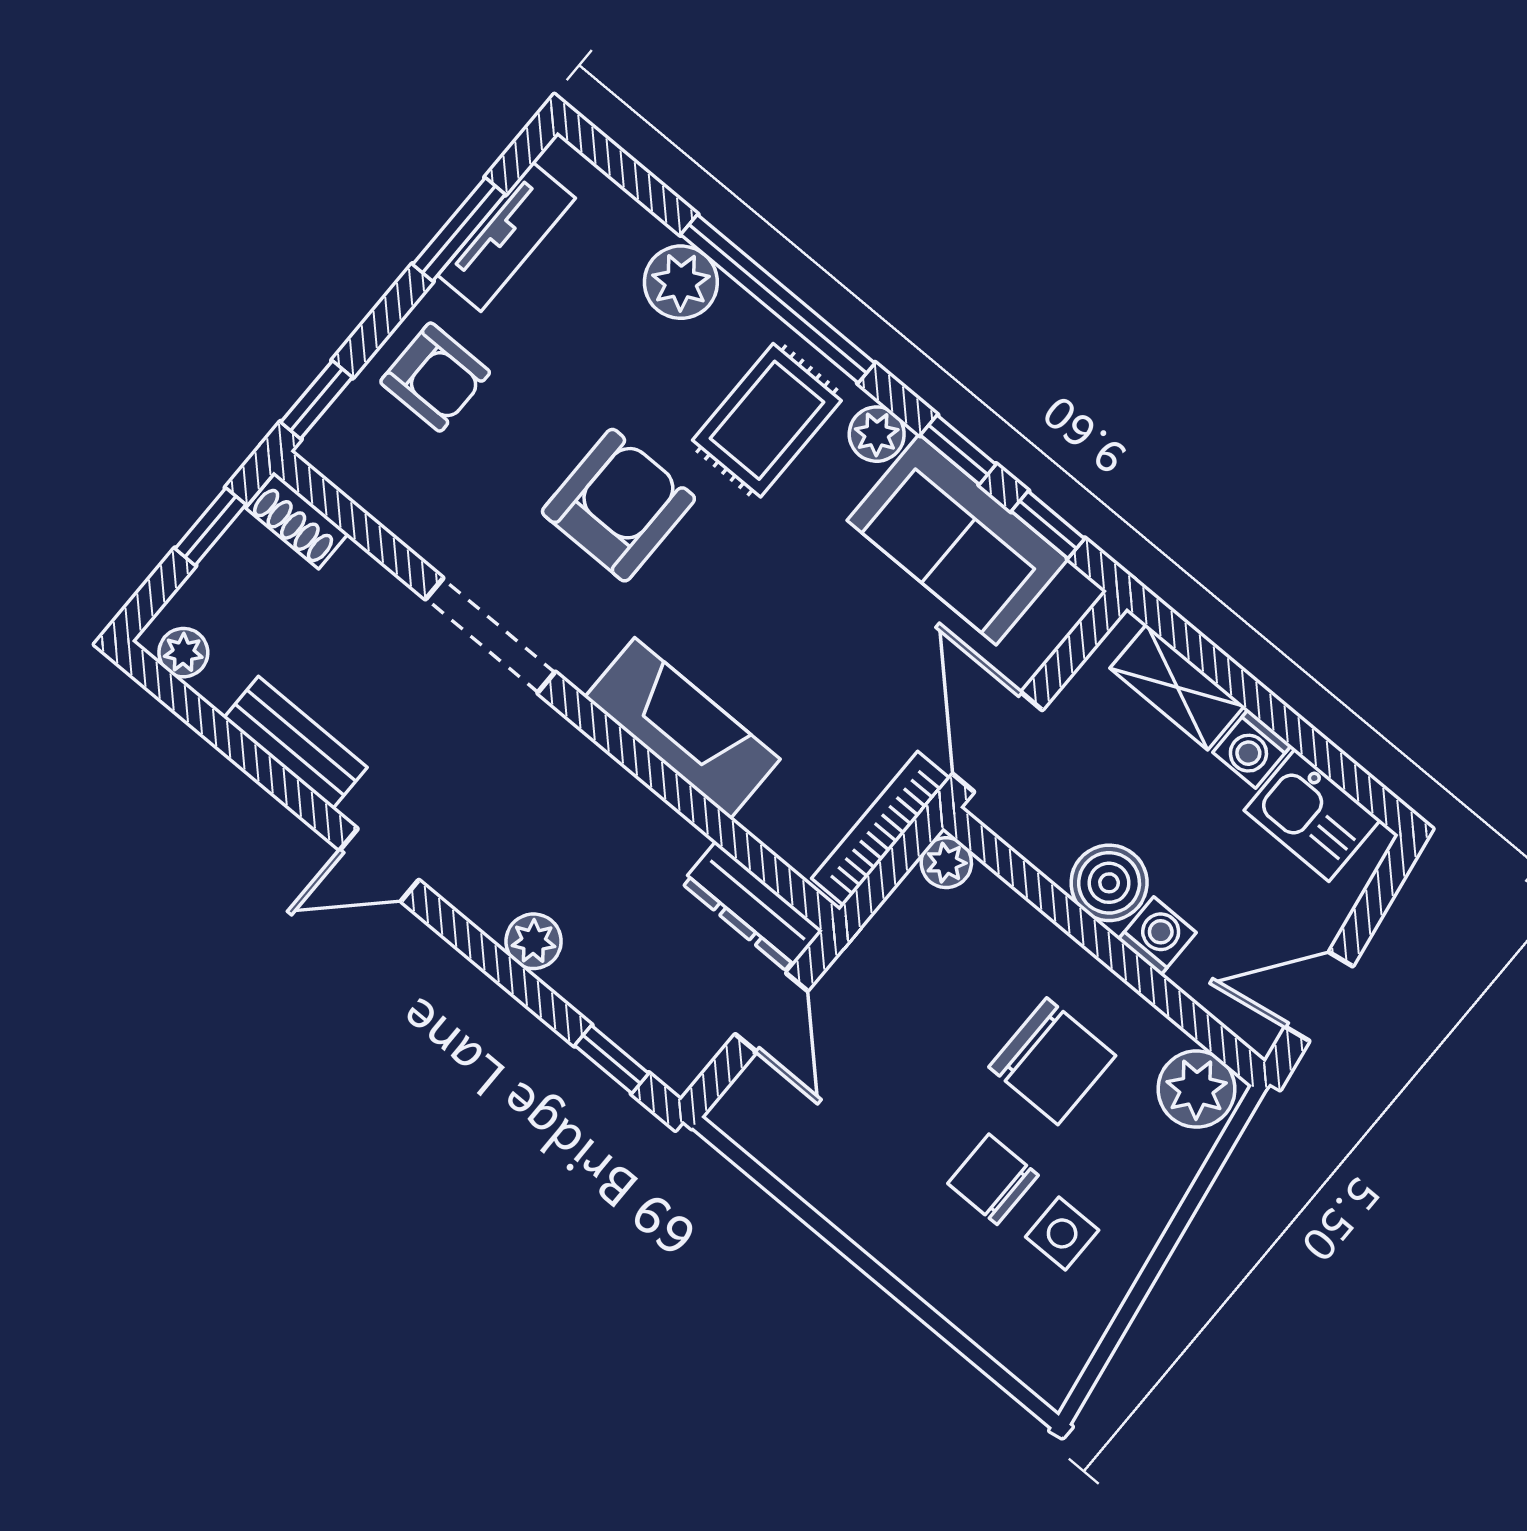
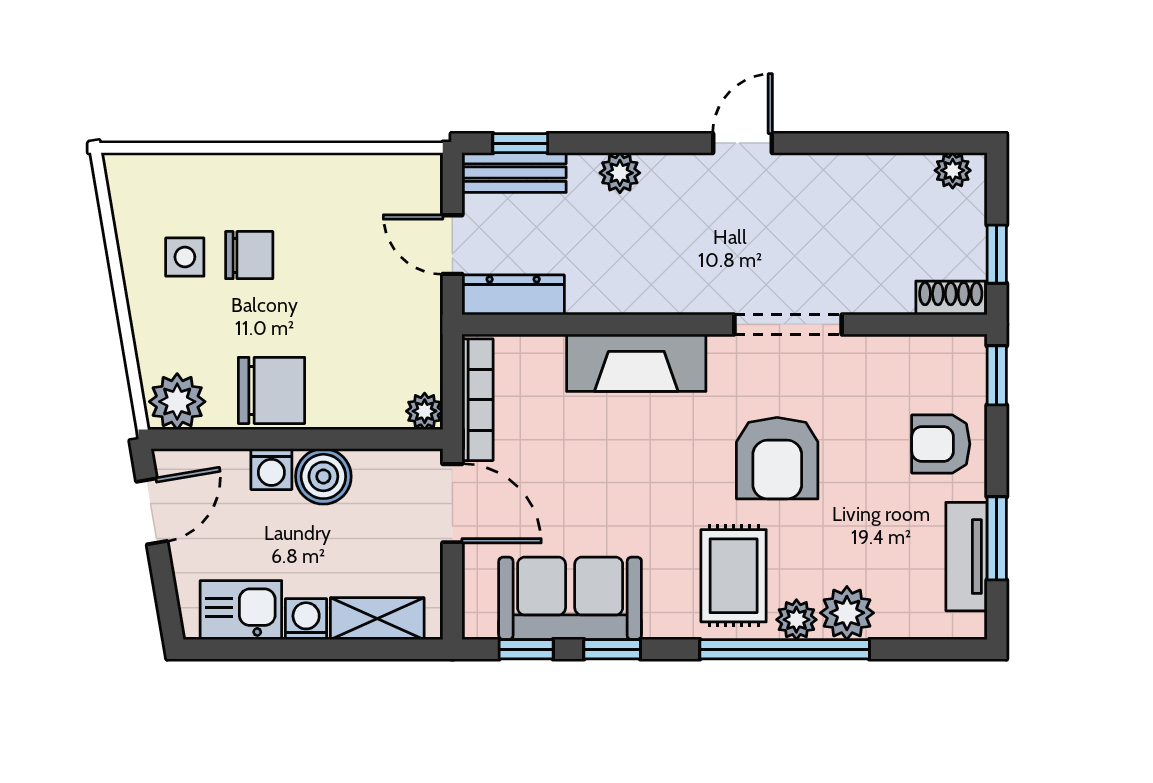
plant: (877, 434) -> (796, 620), moved
bench: (295, 743) -> (514, 173), moved
chair: (1052, 1061) -> (271, 390), moved, turned 180

